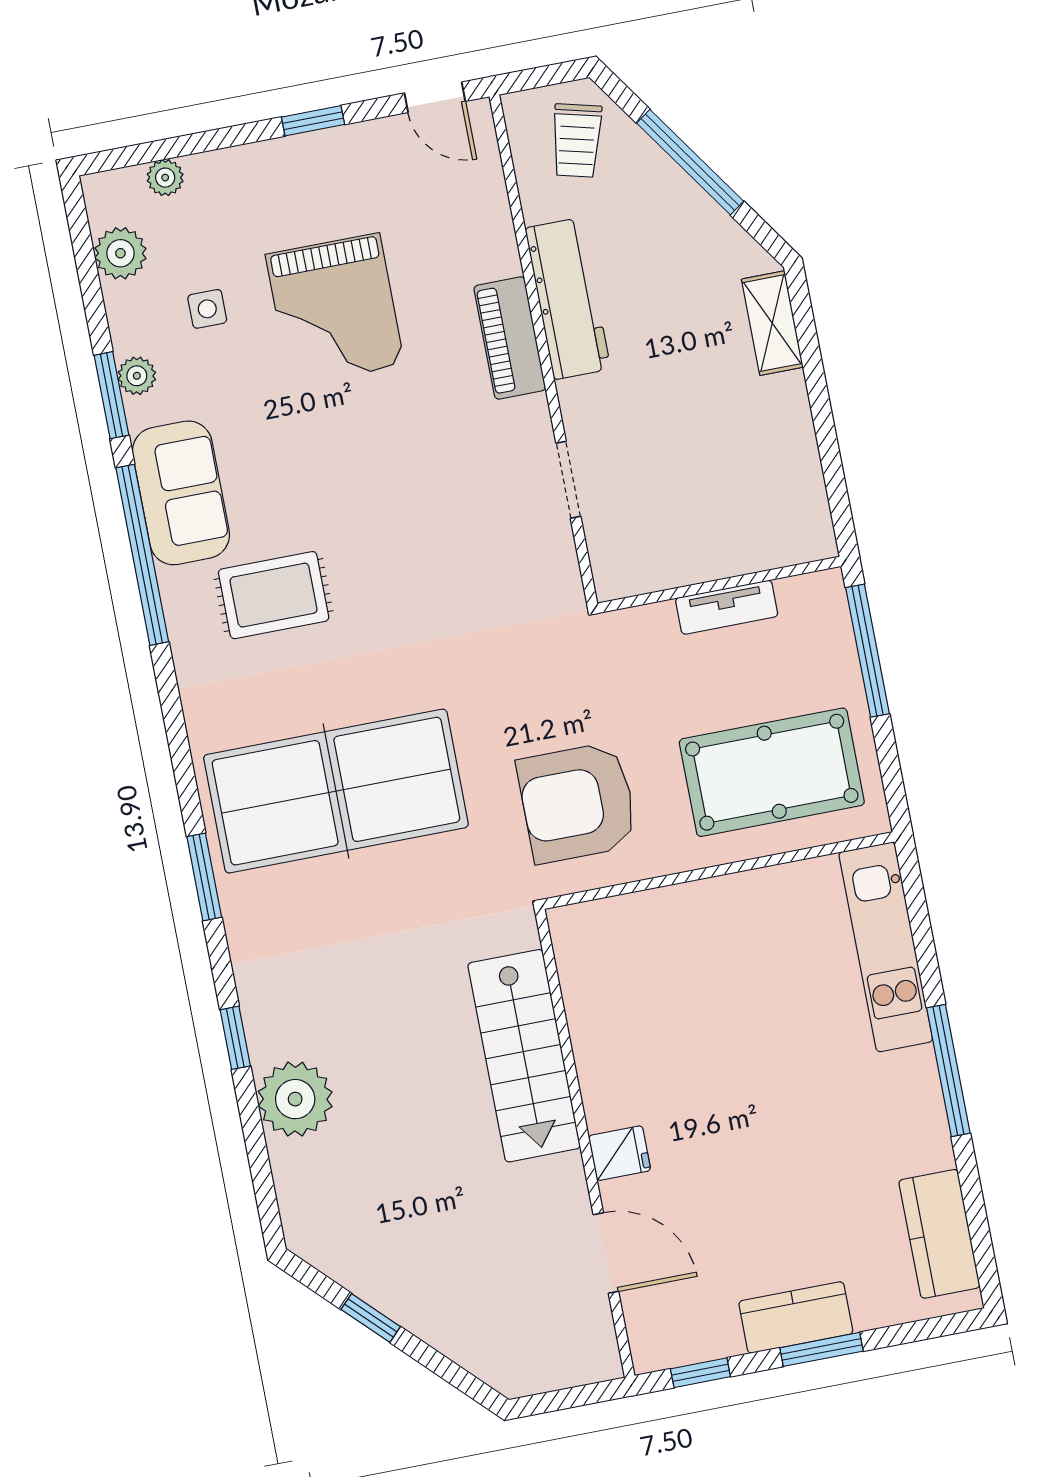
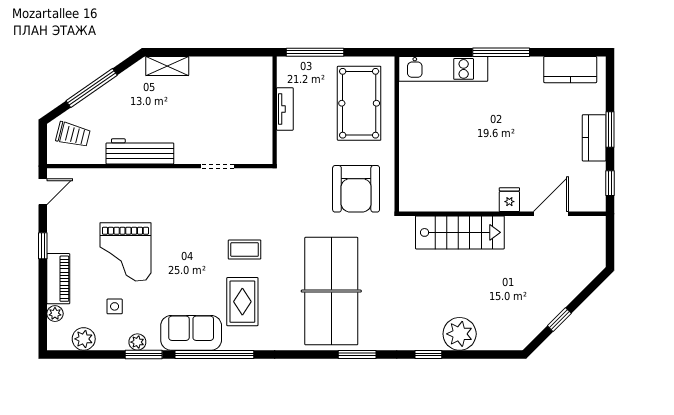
grand piano: (335, 310) -> (125, 252), turned 90
piano: (510, 338) -> (58, 279), moved, turned -90
coffee table: (392, 577) -> (245, 250), added

